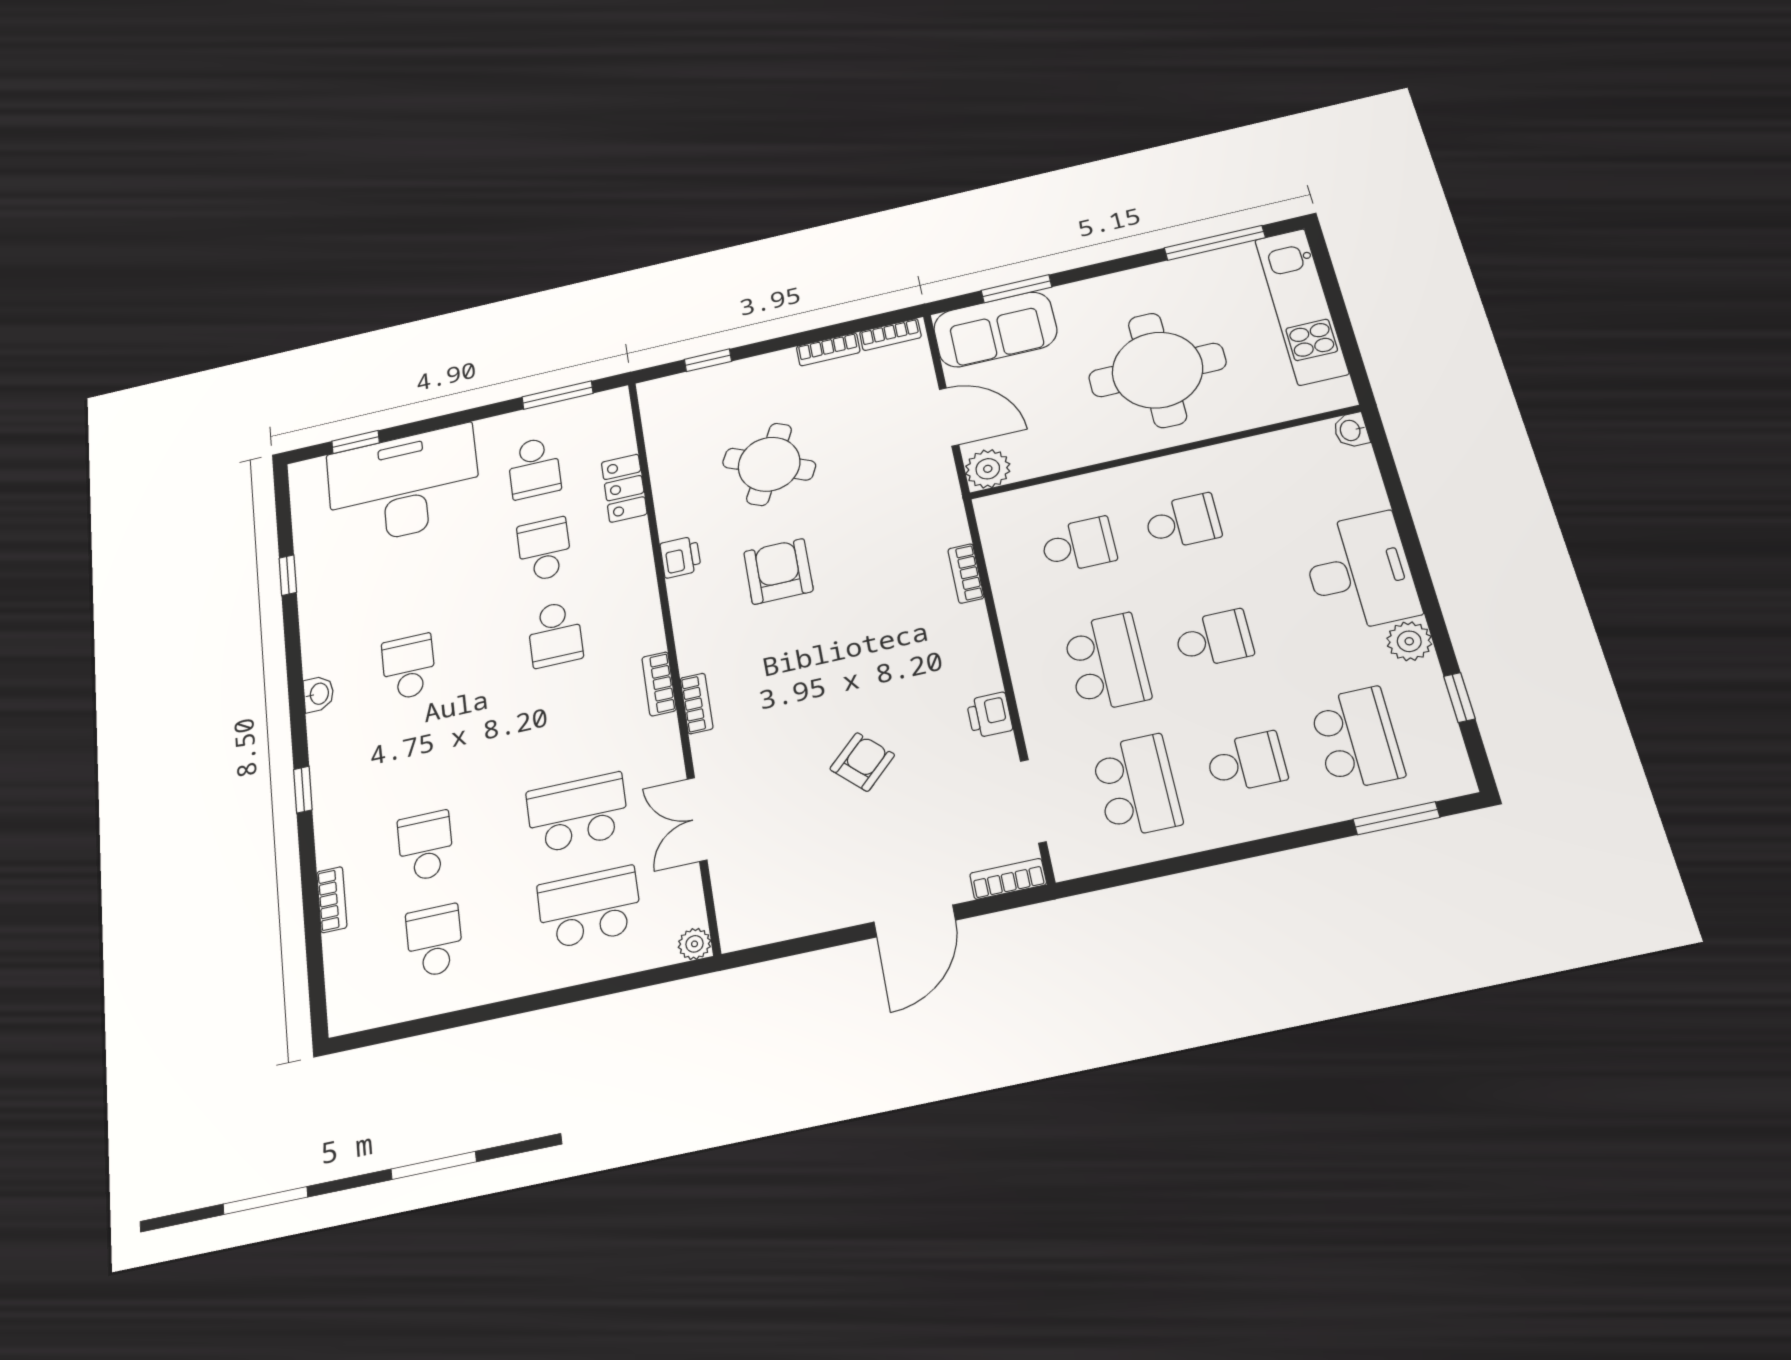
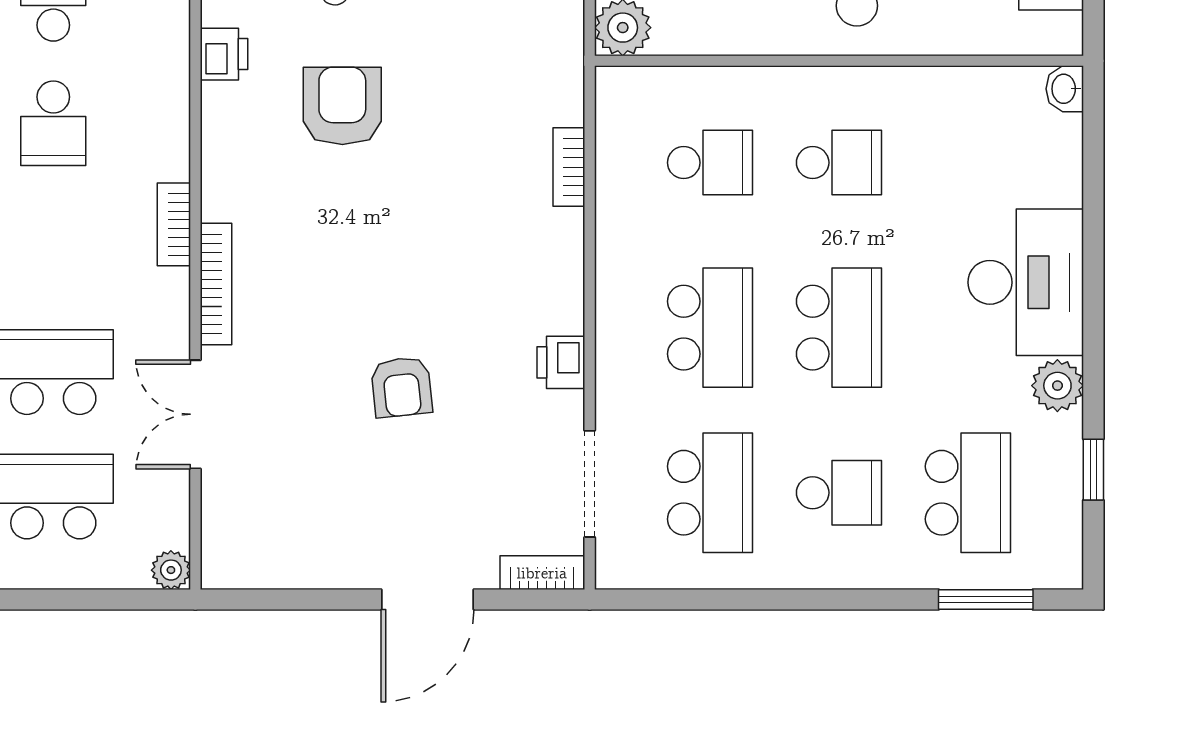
school desk: (1214, 639) -> (839, 328), width x1.85
bookcase: (697, 703) -> (216, 284), width x1.56
armchair: (862, 762) -> (402, 387), turned 129

